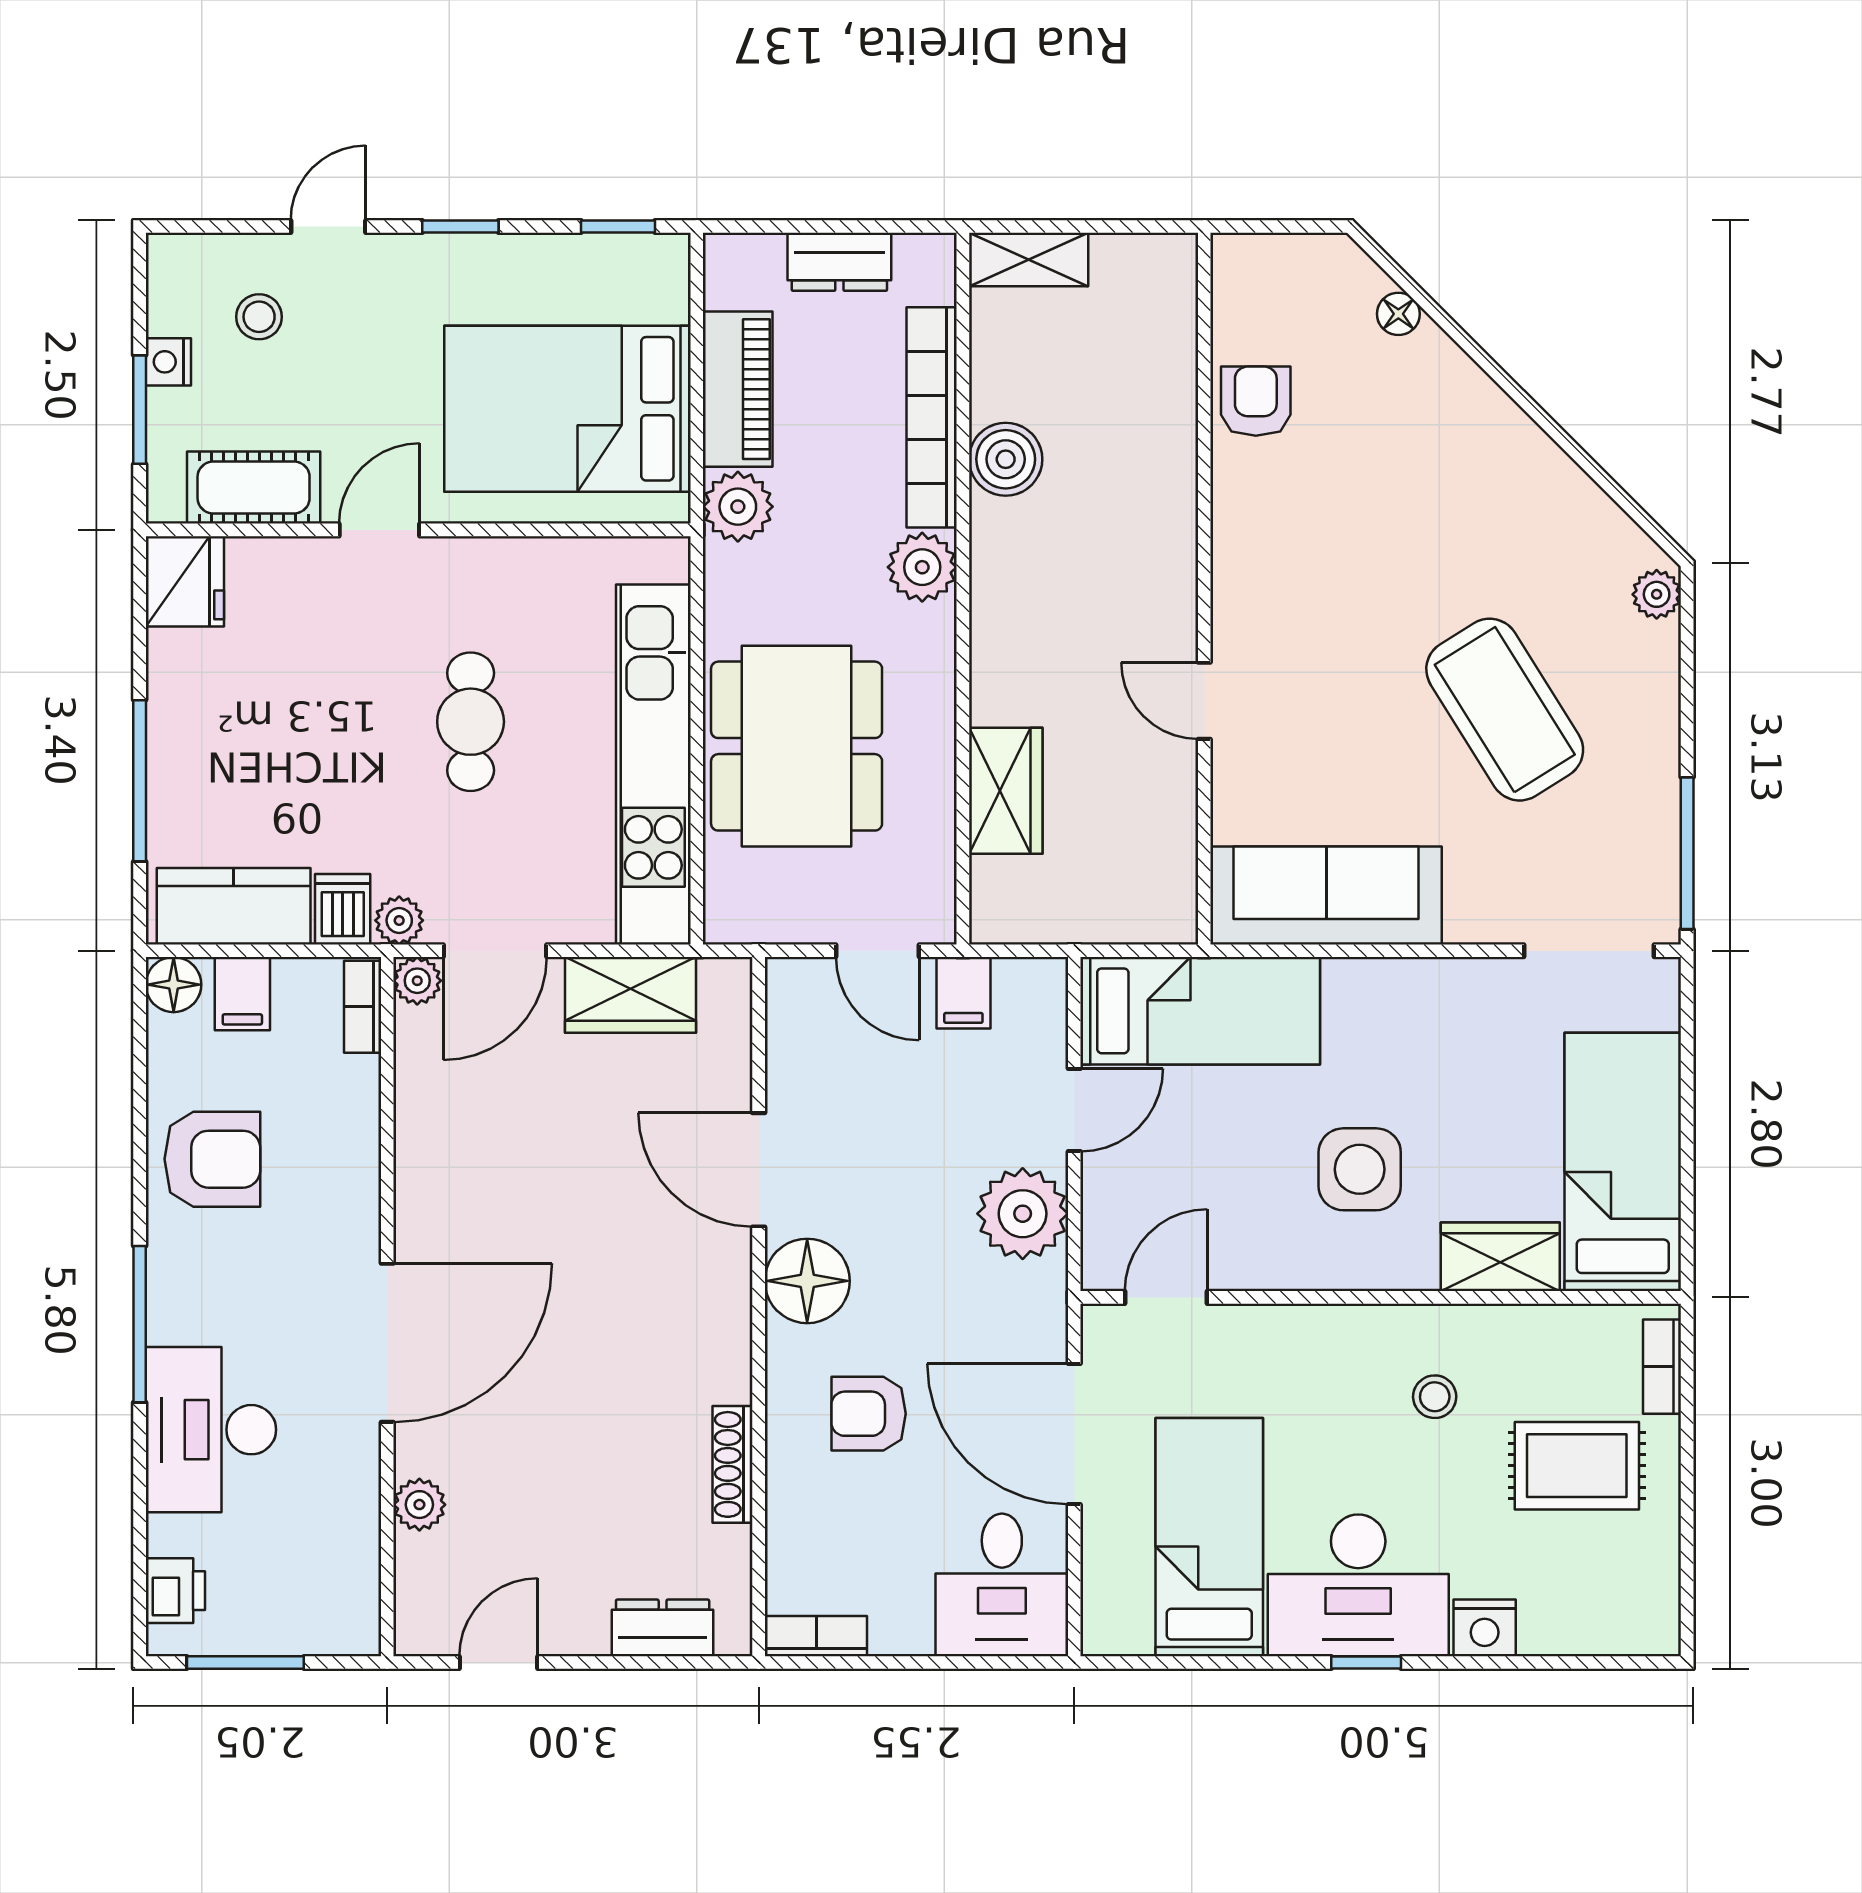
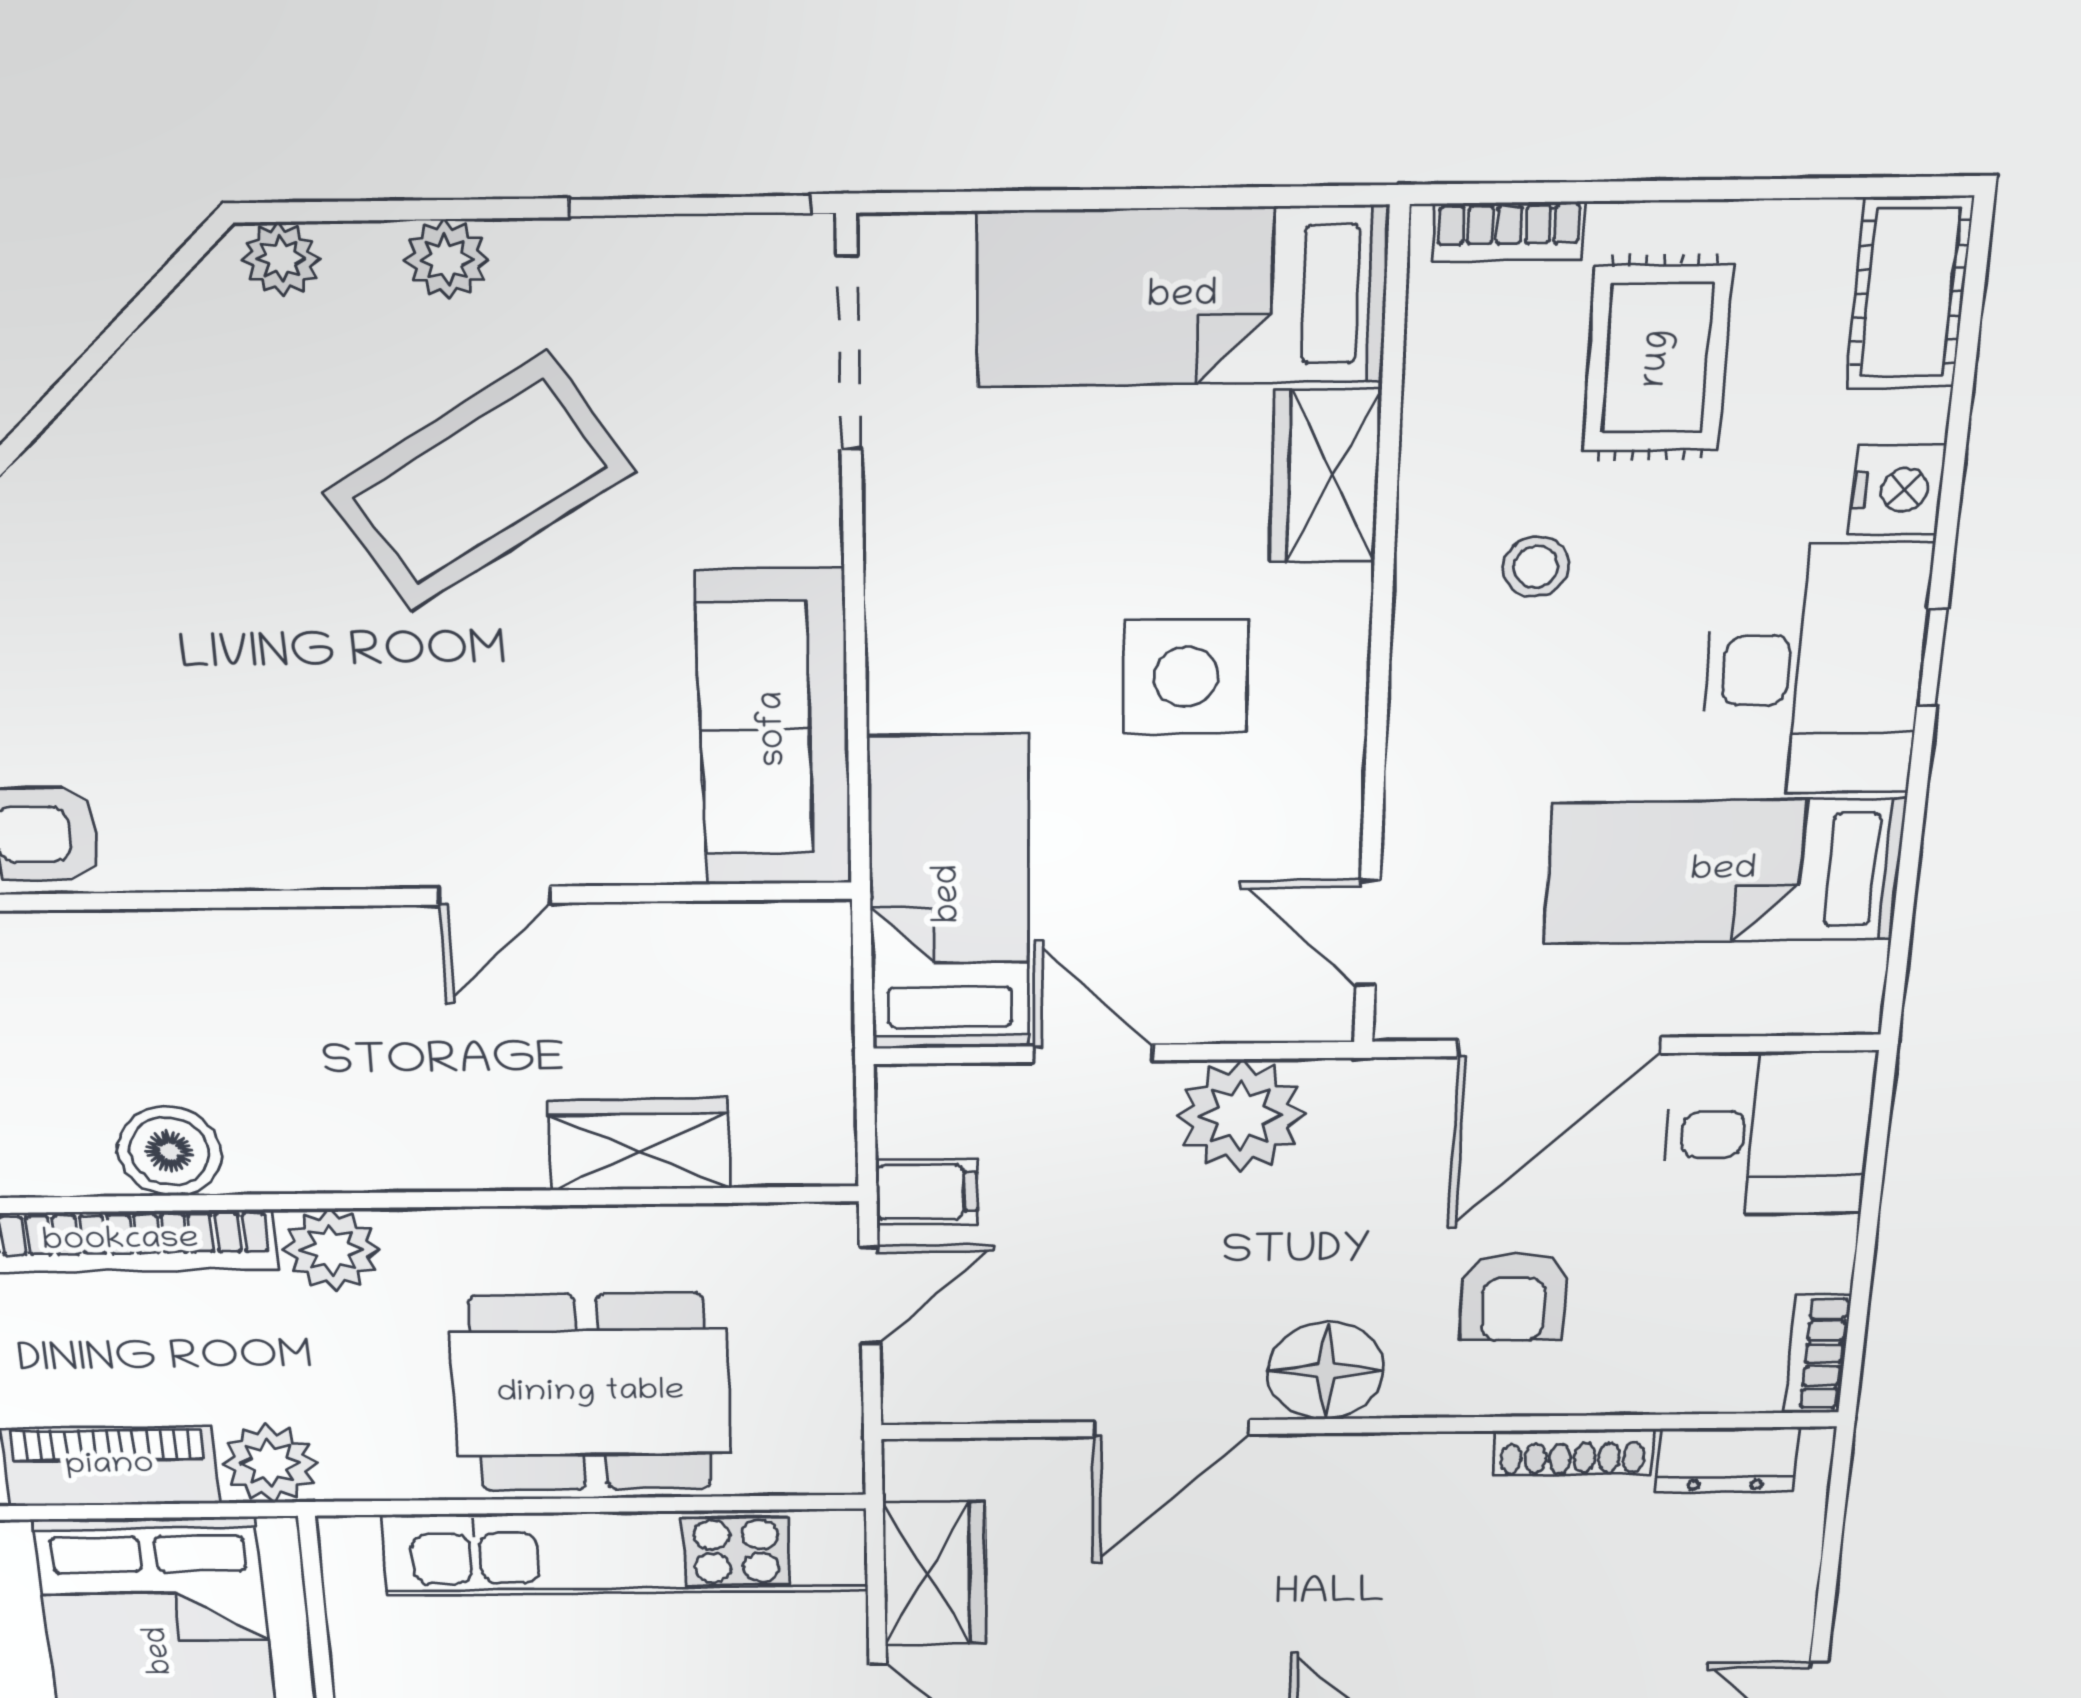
plant: (1655, 699) -> (447, 260), added
cot: (1618, 1622) -> (1910, 293), added
dresser: (663, 1628) -> (1727, 1460), moved, turned -90

